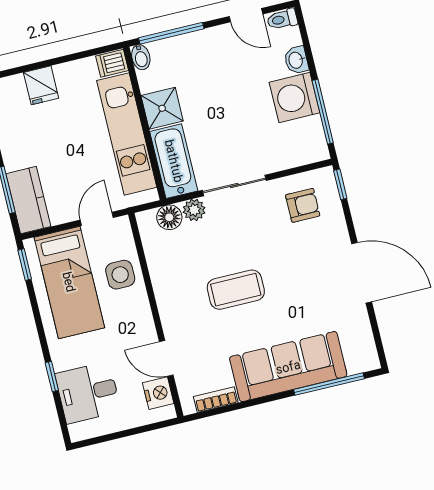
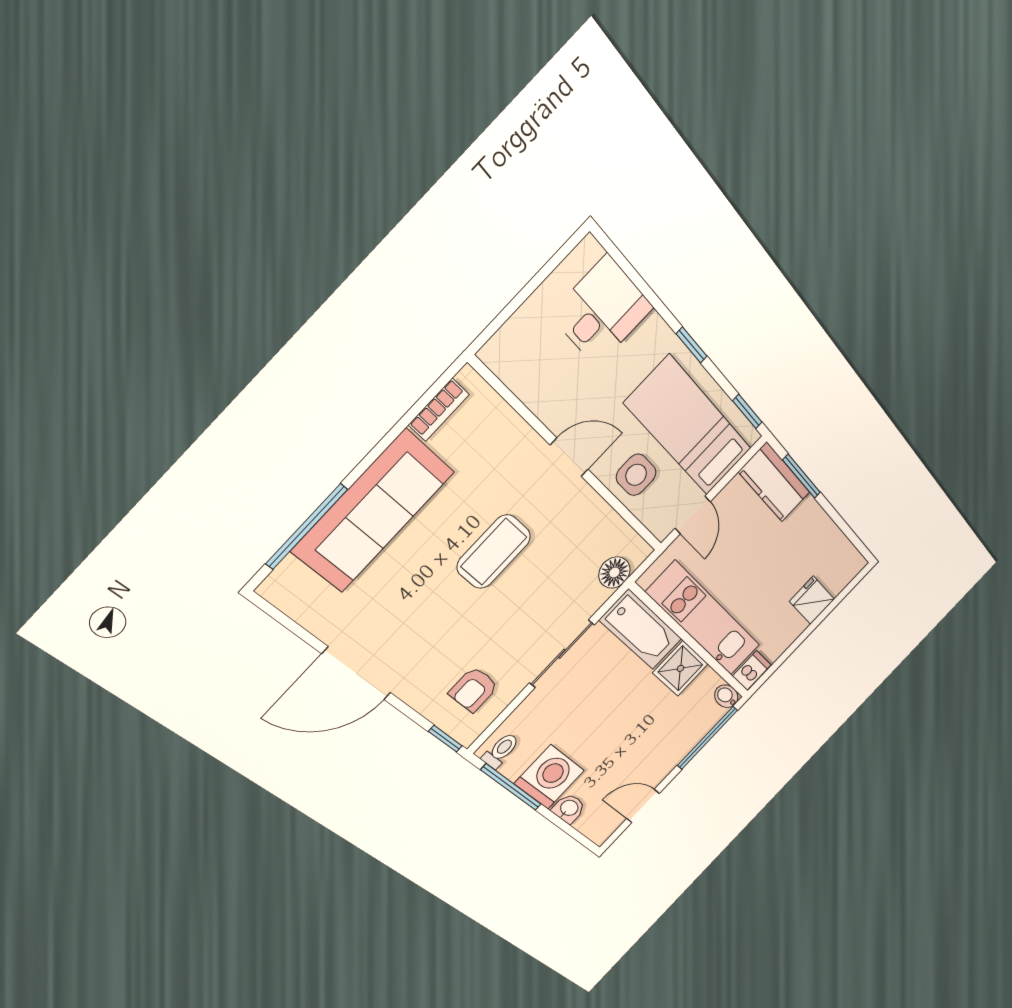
toilet: (282, 19) -> (501, 751), moved
plant: (194, 210) -> (592, 599), removed
door: (166, 358) -> (569, 457), moved
window: (52, 377) -> (692, 345), moved
nightstand: (158, 393) -> (516, 369), removed

